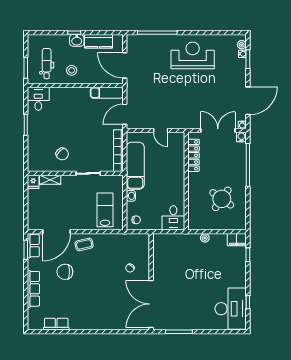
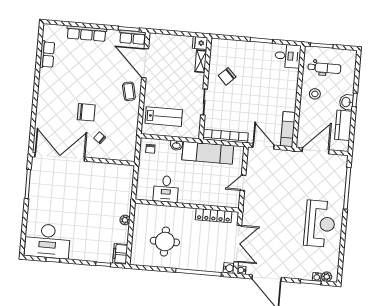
round table: (222, 199) -> (165, 242), turned -35
desk: (173, 218) -> (166, 189), moved, turned -90
chair: (65, 272) -> (86, 112), moved, turned 90

